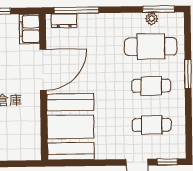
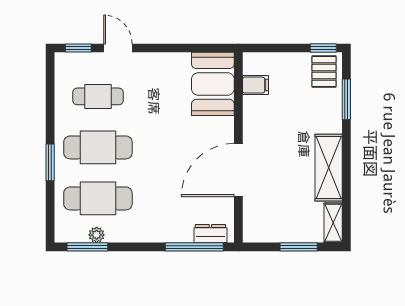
filing cabinet: (30, 29) -> (255, 85), moved, width x0.50
cafe table: (151, 86) -> (98, 147), width x1.37, depth x1.35
booth: (70, 127) -> (213, 84), width x0.73, depth x0.70

